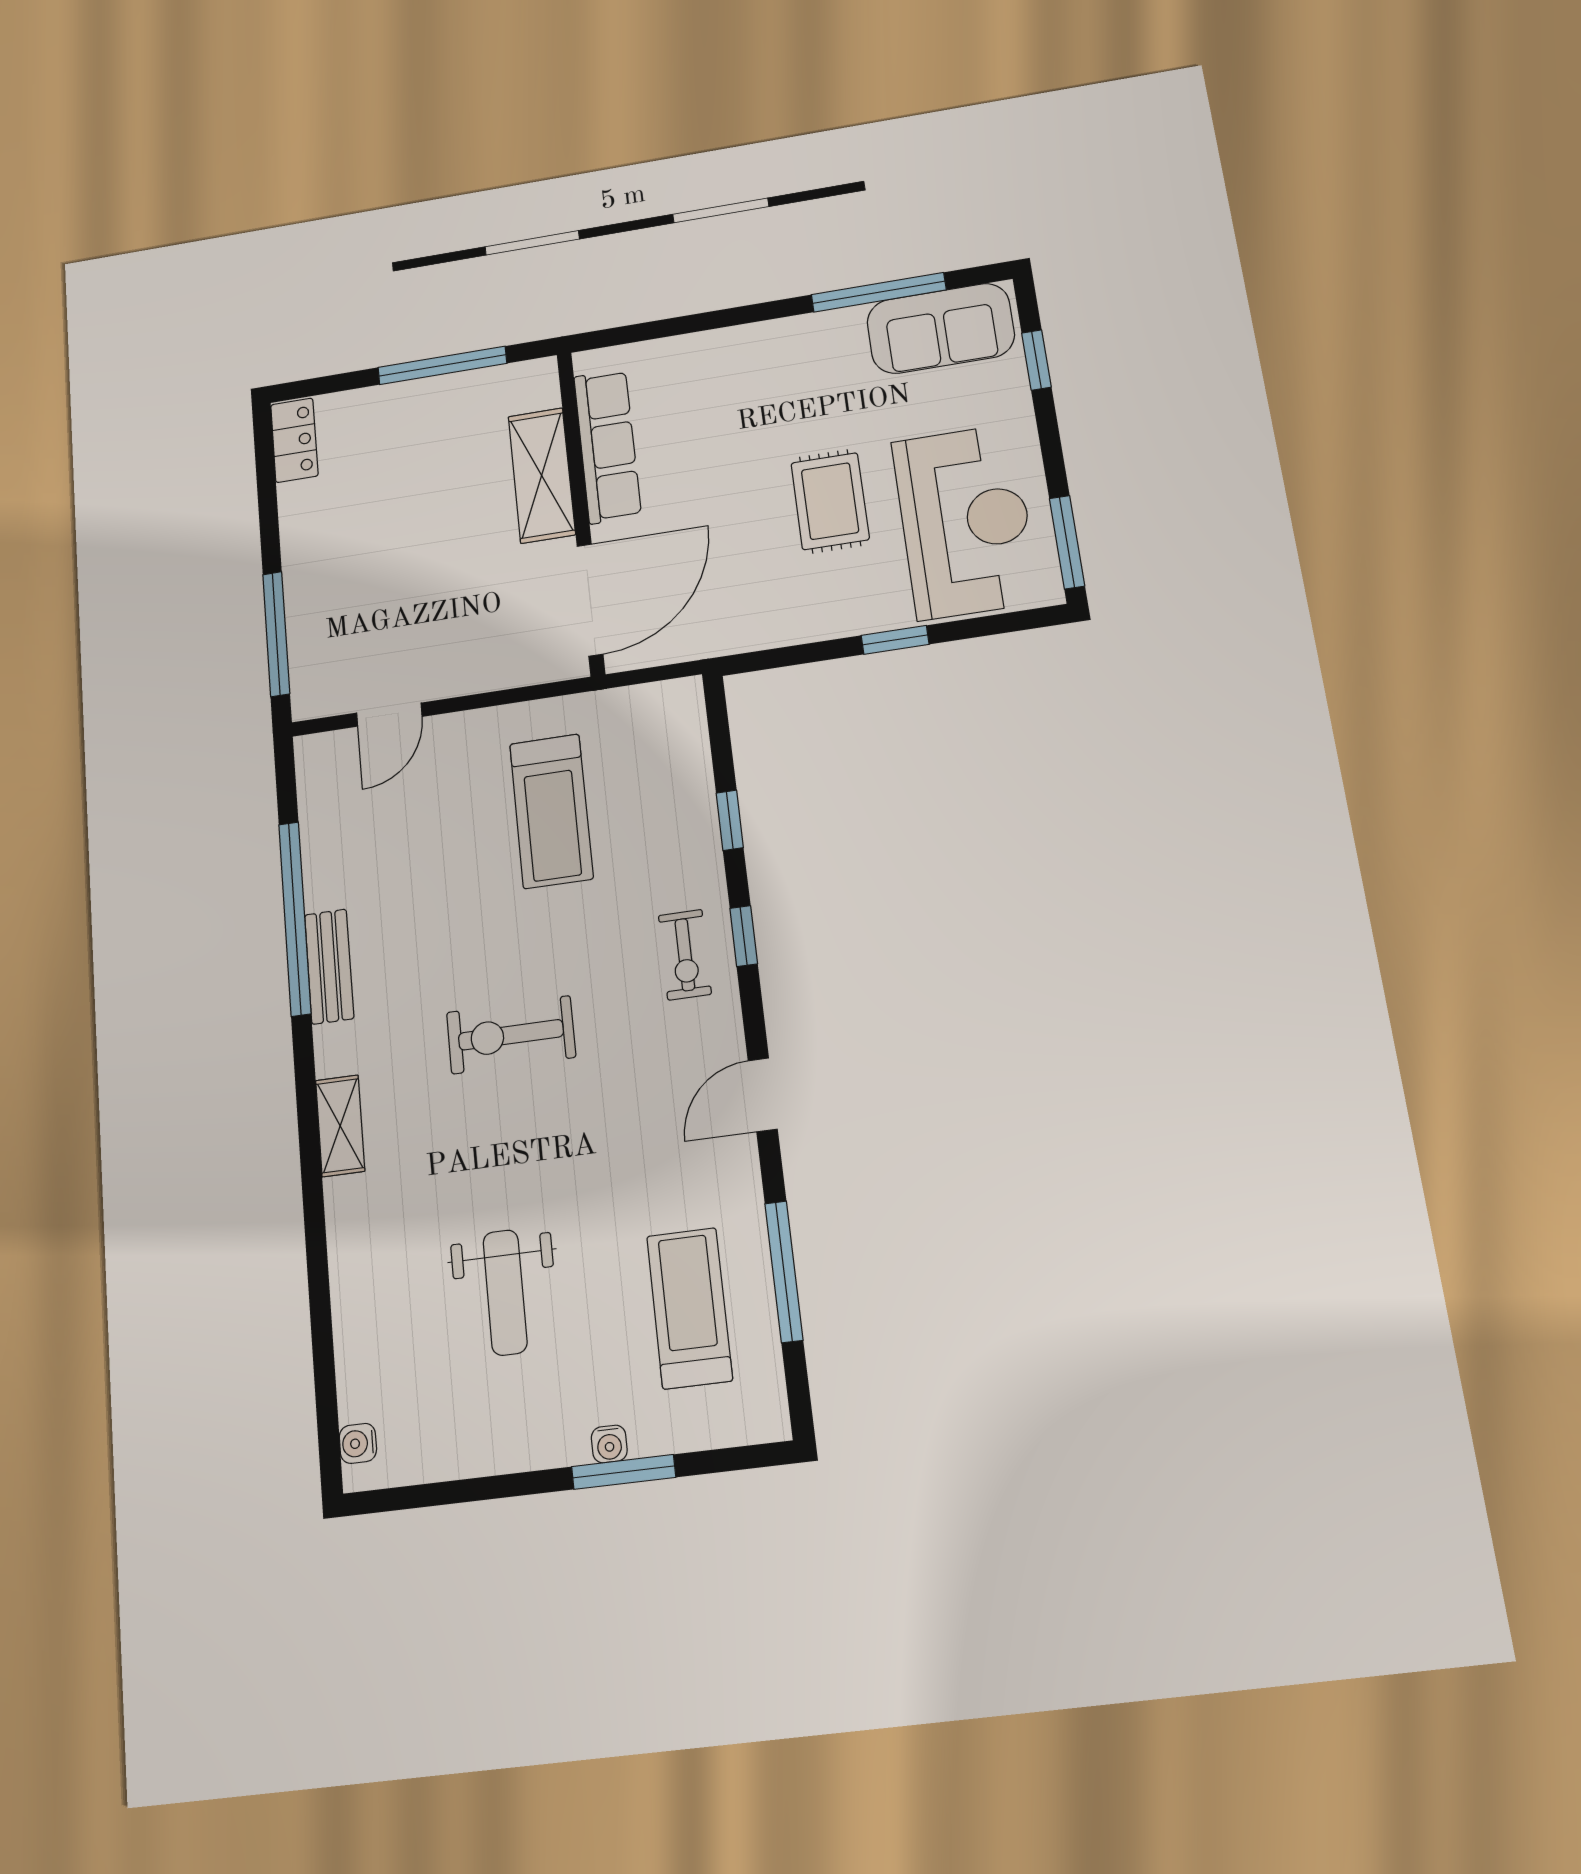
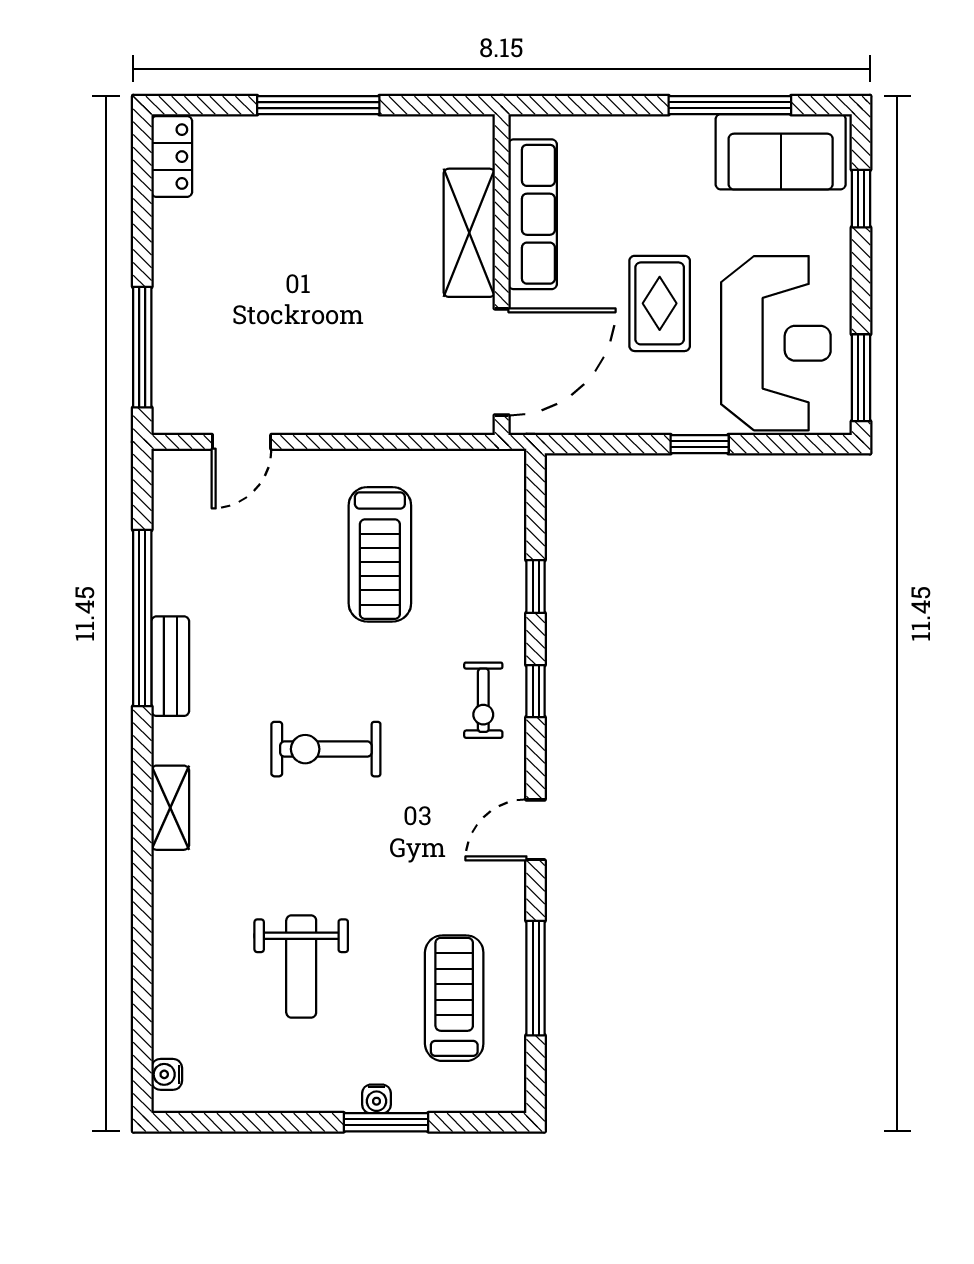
row of seats: (607, 446) -> (533, 214), moved
shelving: (542, 475) -> (469, 233), moved
wall: (581, 511) -> (502, 275), moved
door: (590, 600) -> (502, 362), moved

